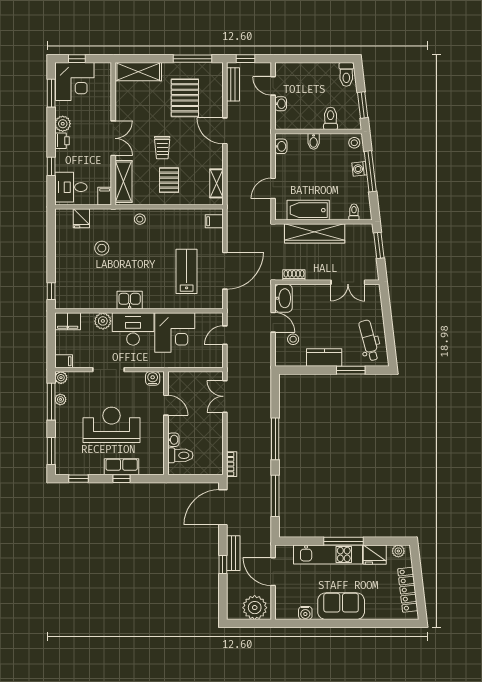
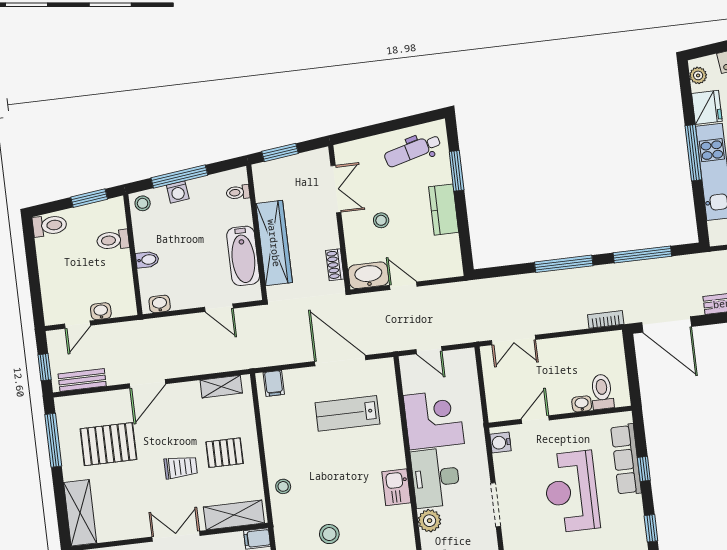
door: (273, 322) -> (403, 286), hinge flipped
stool: (293, 339) -> (381, 220), moved
row of seats: (122, 467) -> (626, 459), width x1.48

